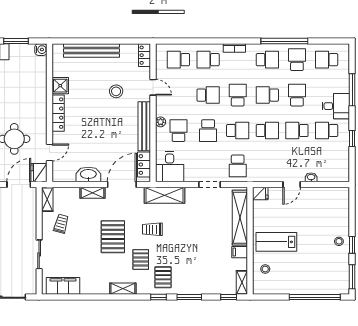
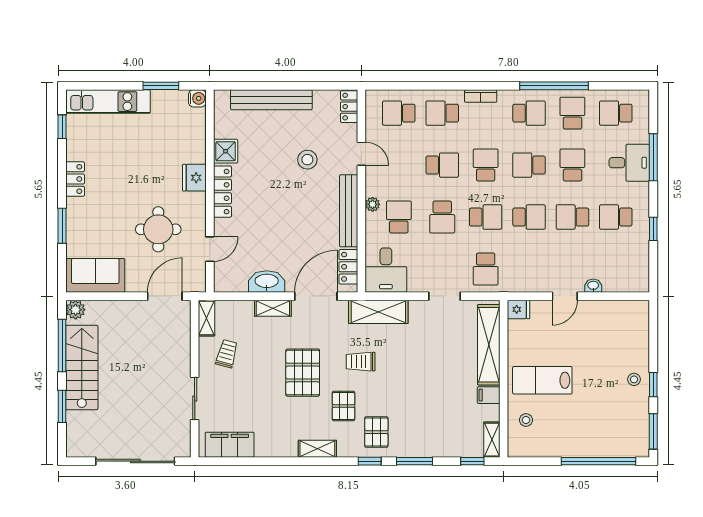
desk: (336, 106) -> (629, 163), moved
fridge: (39, 173) -> (194, 178), moved

